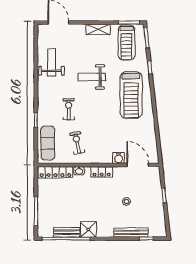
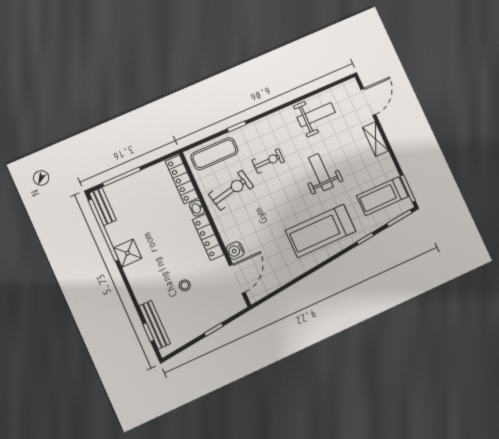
shelving: (98, 29) -> (375, 139), moved
exercise bike: (77, 143) -> (231, 190), width x1.38, depth x1.39
locker: (102, 172) -> (208, 237), width x1.53
bench: (67, 232) -> (103, 207), moved
bench: (131, 232) -> (155, 325), moved

